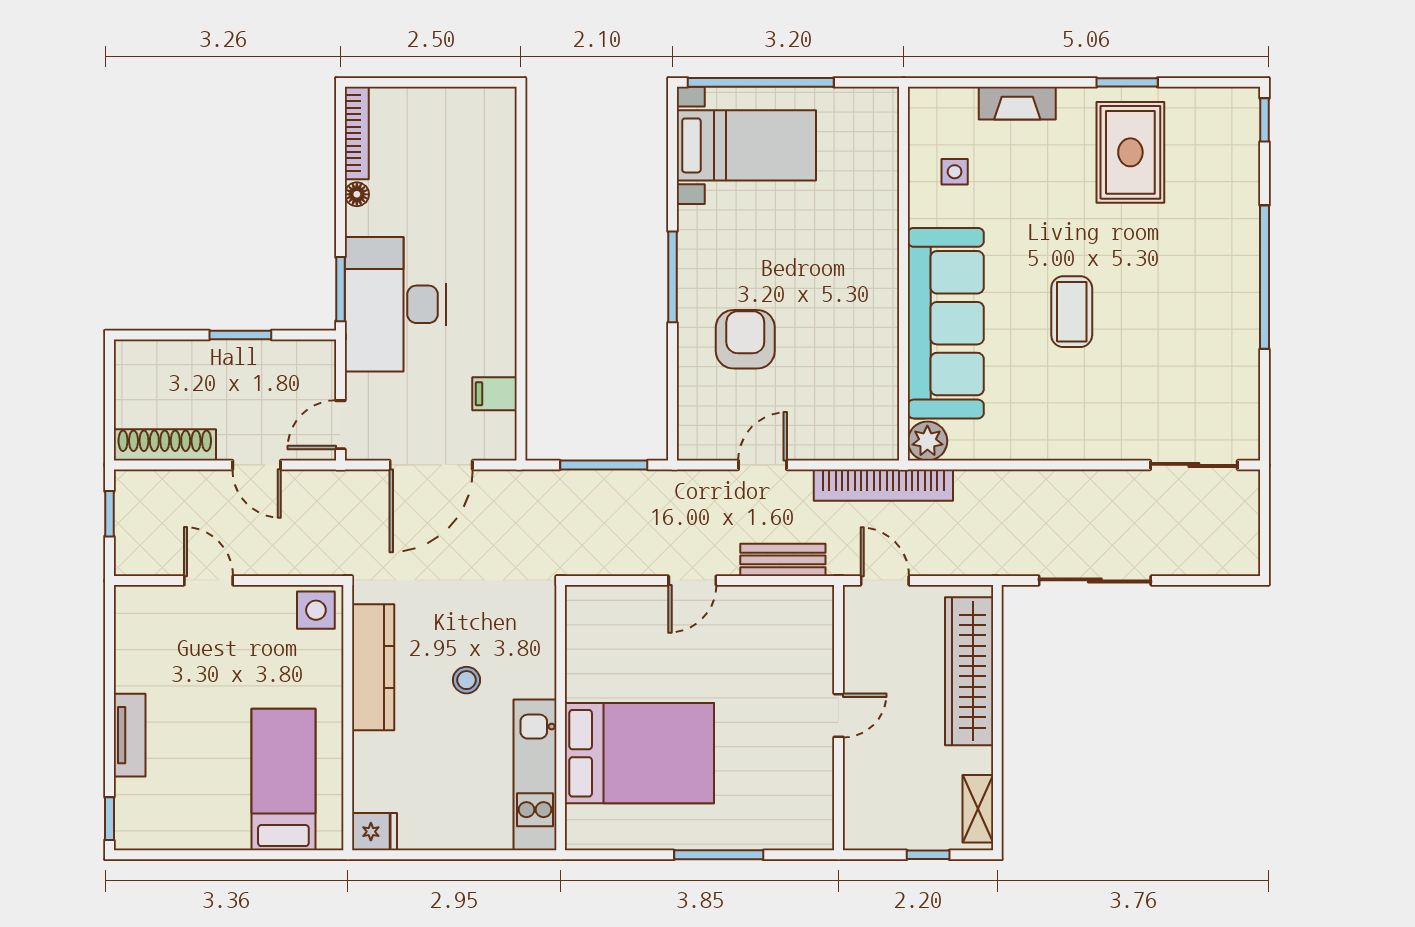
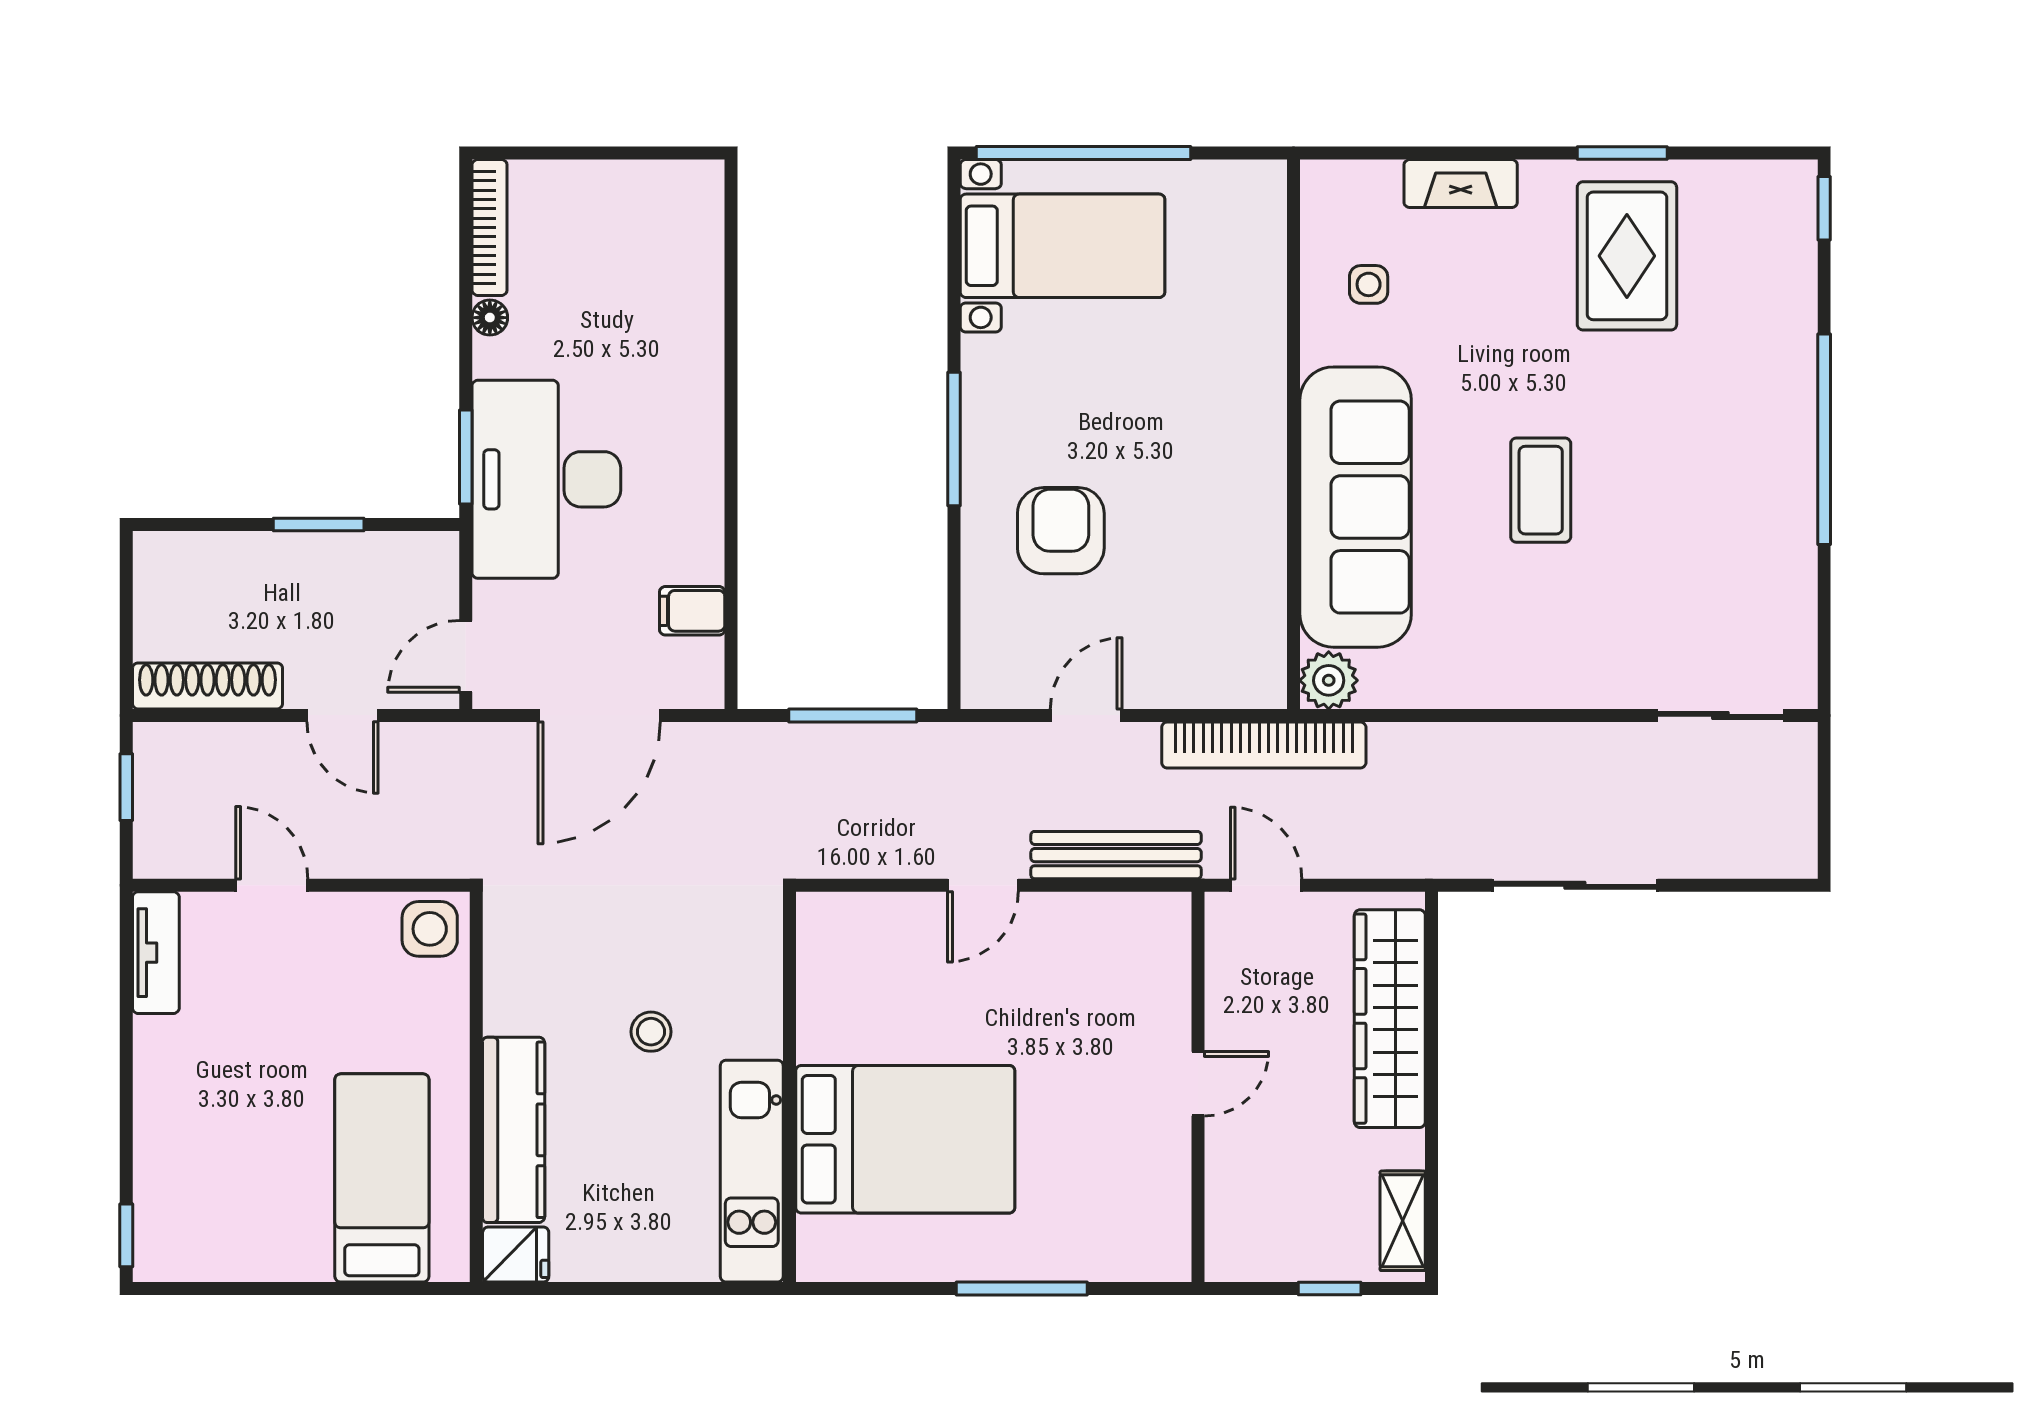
bench: (783, 560) -> (1116, 855), width x1.36
kitchen counter: (373, 667) -> (514, 1130), moved
tv unit: (130, 735) -> (156, 953), moved

